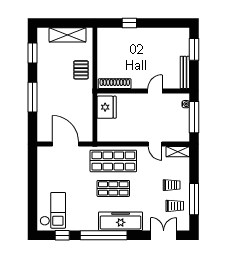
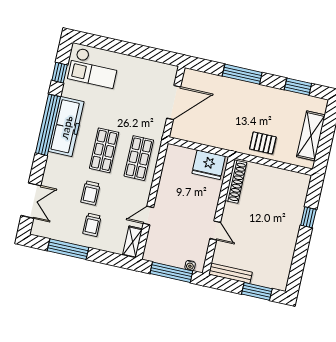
shop shelf: (113, 161) -> (139, 158), width x0.70, depth x0.74
trolley: (175, 206) -> (90, 193), moved
freezer: (121, 221) -> (66, 127), moved

